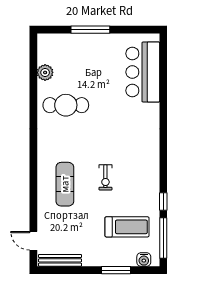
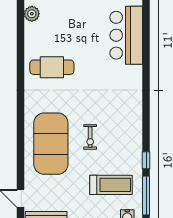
plant: (45, 72) -> (32, 14), moved
exercise mat: (65, 184) -> (51, 144), width x2.00, depth x1.45

